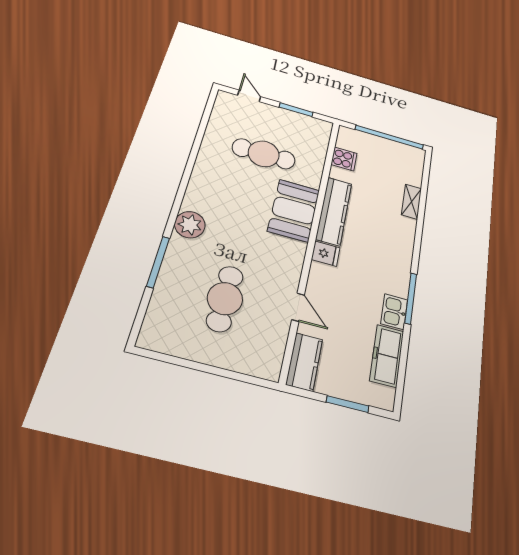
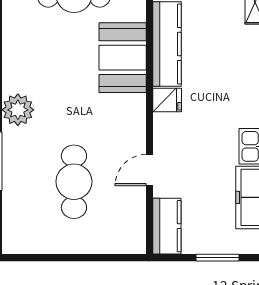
door: (298, 307) -> (149, 170), swing flipped

